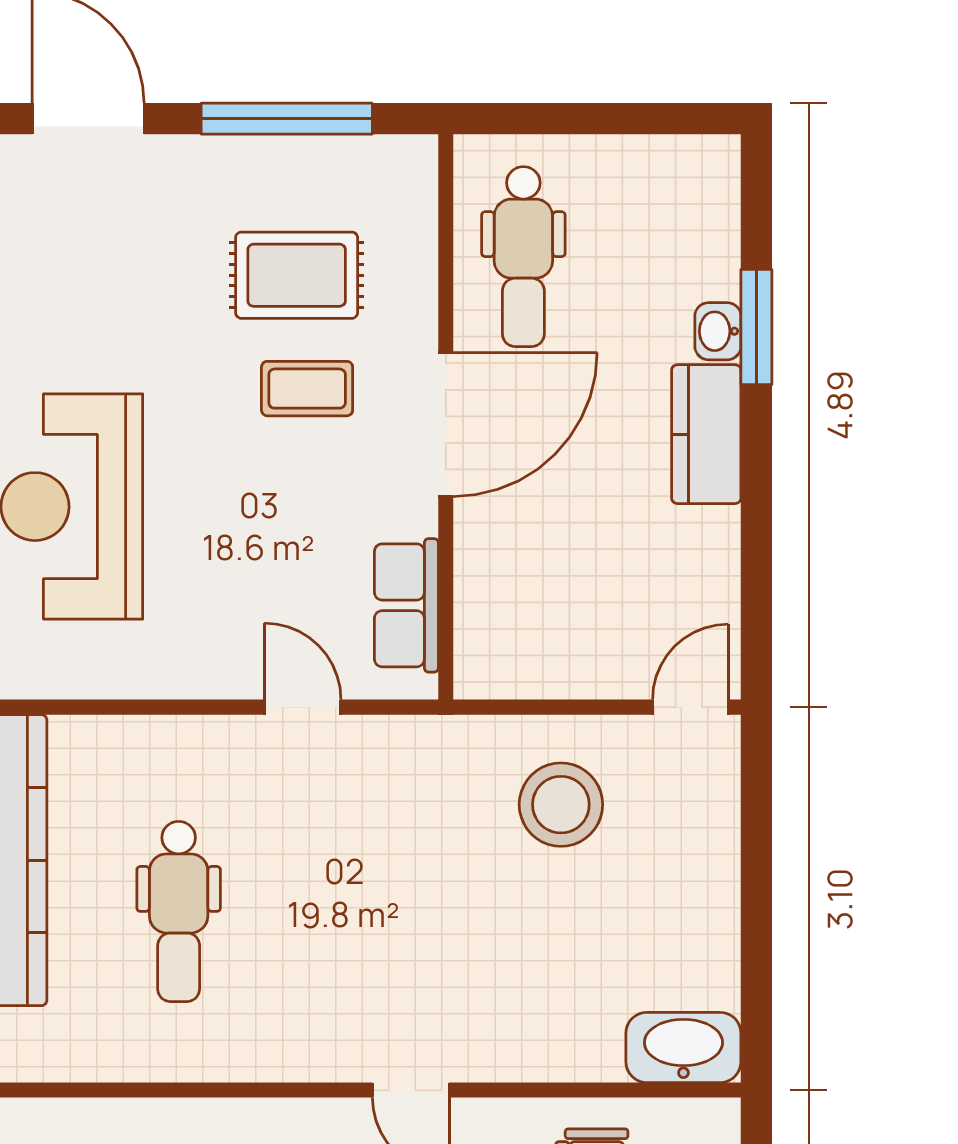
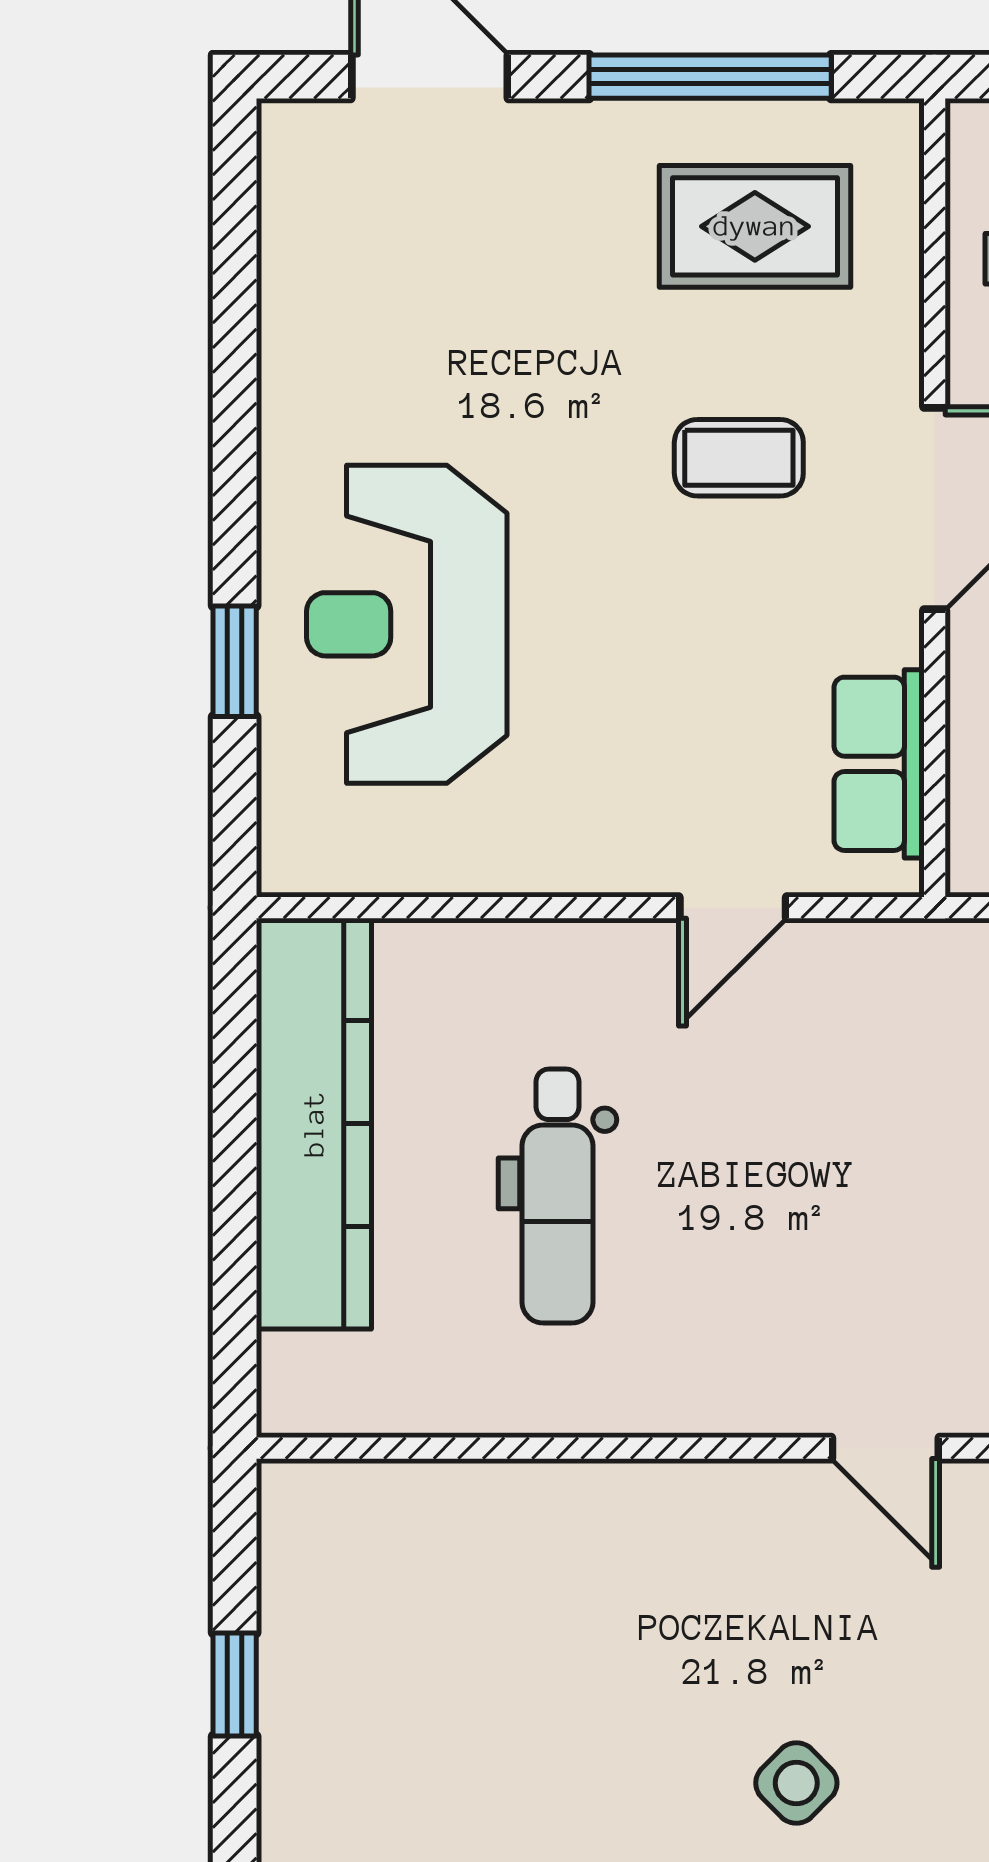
rug: (297, 275) -> (755, 226), moved
door: (303, 707) -> (733, 908), swing flipped

